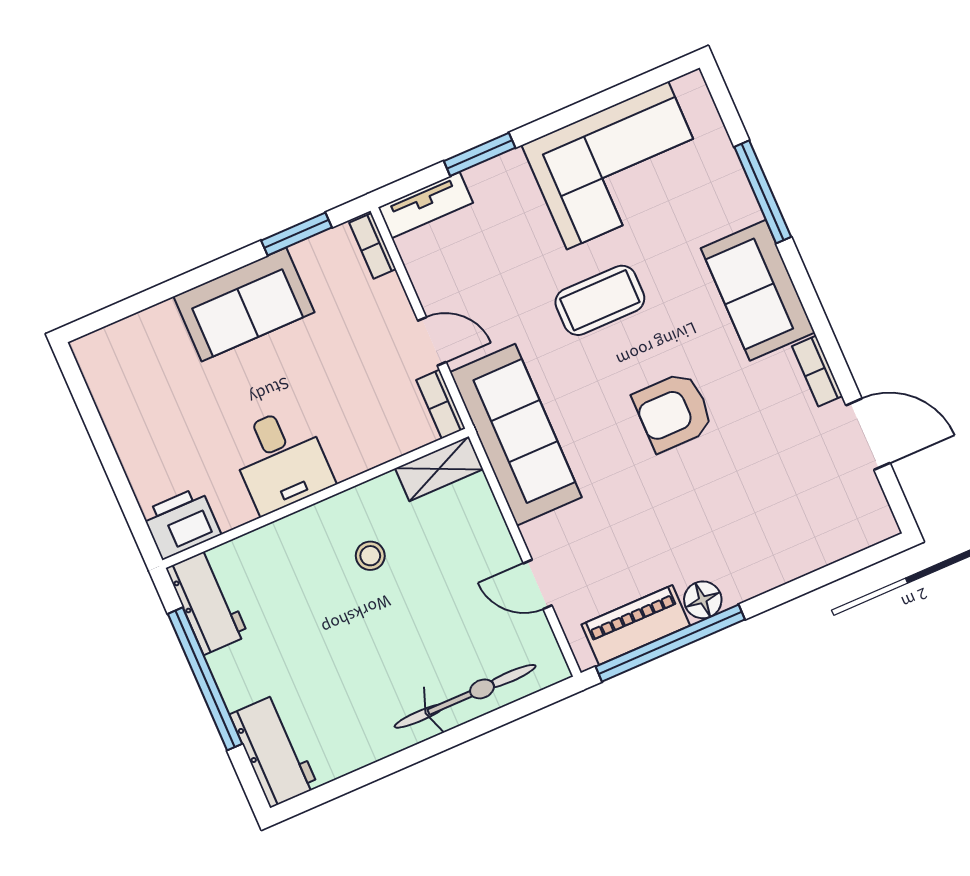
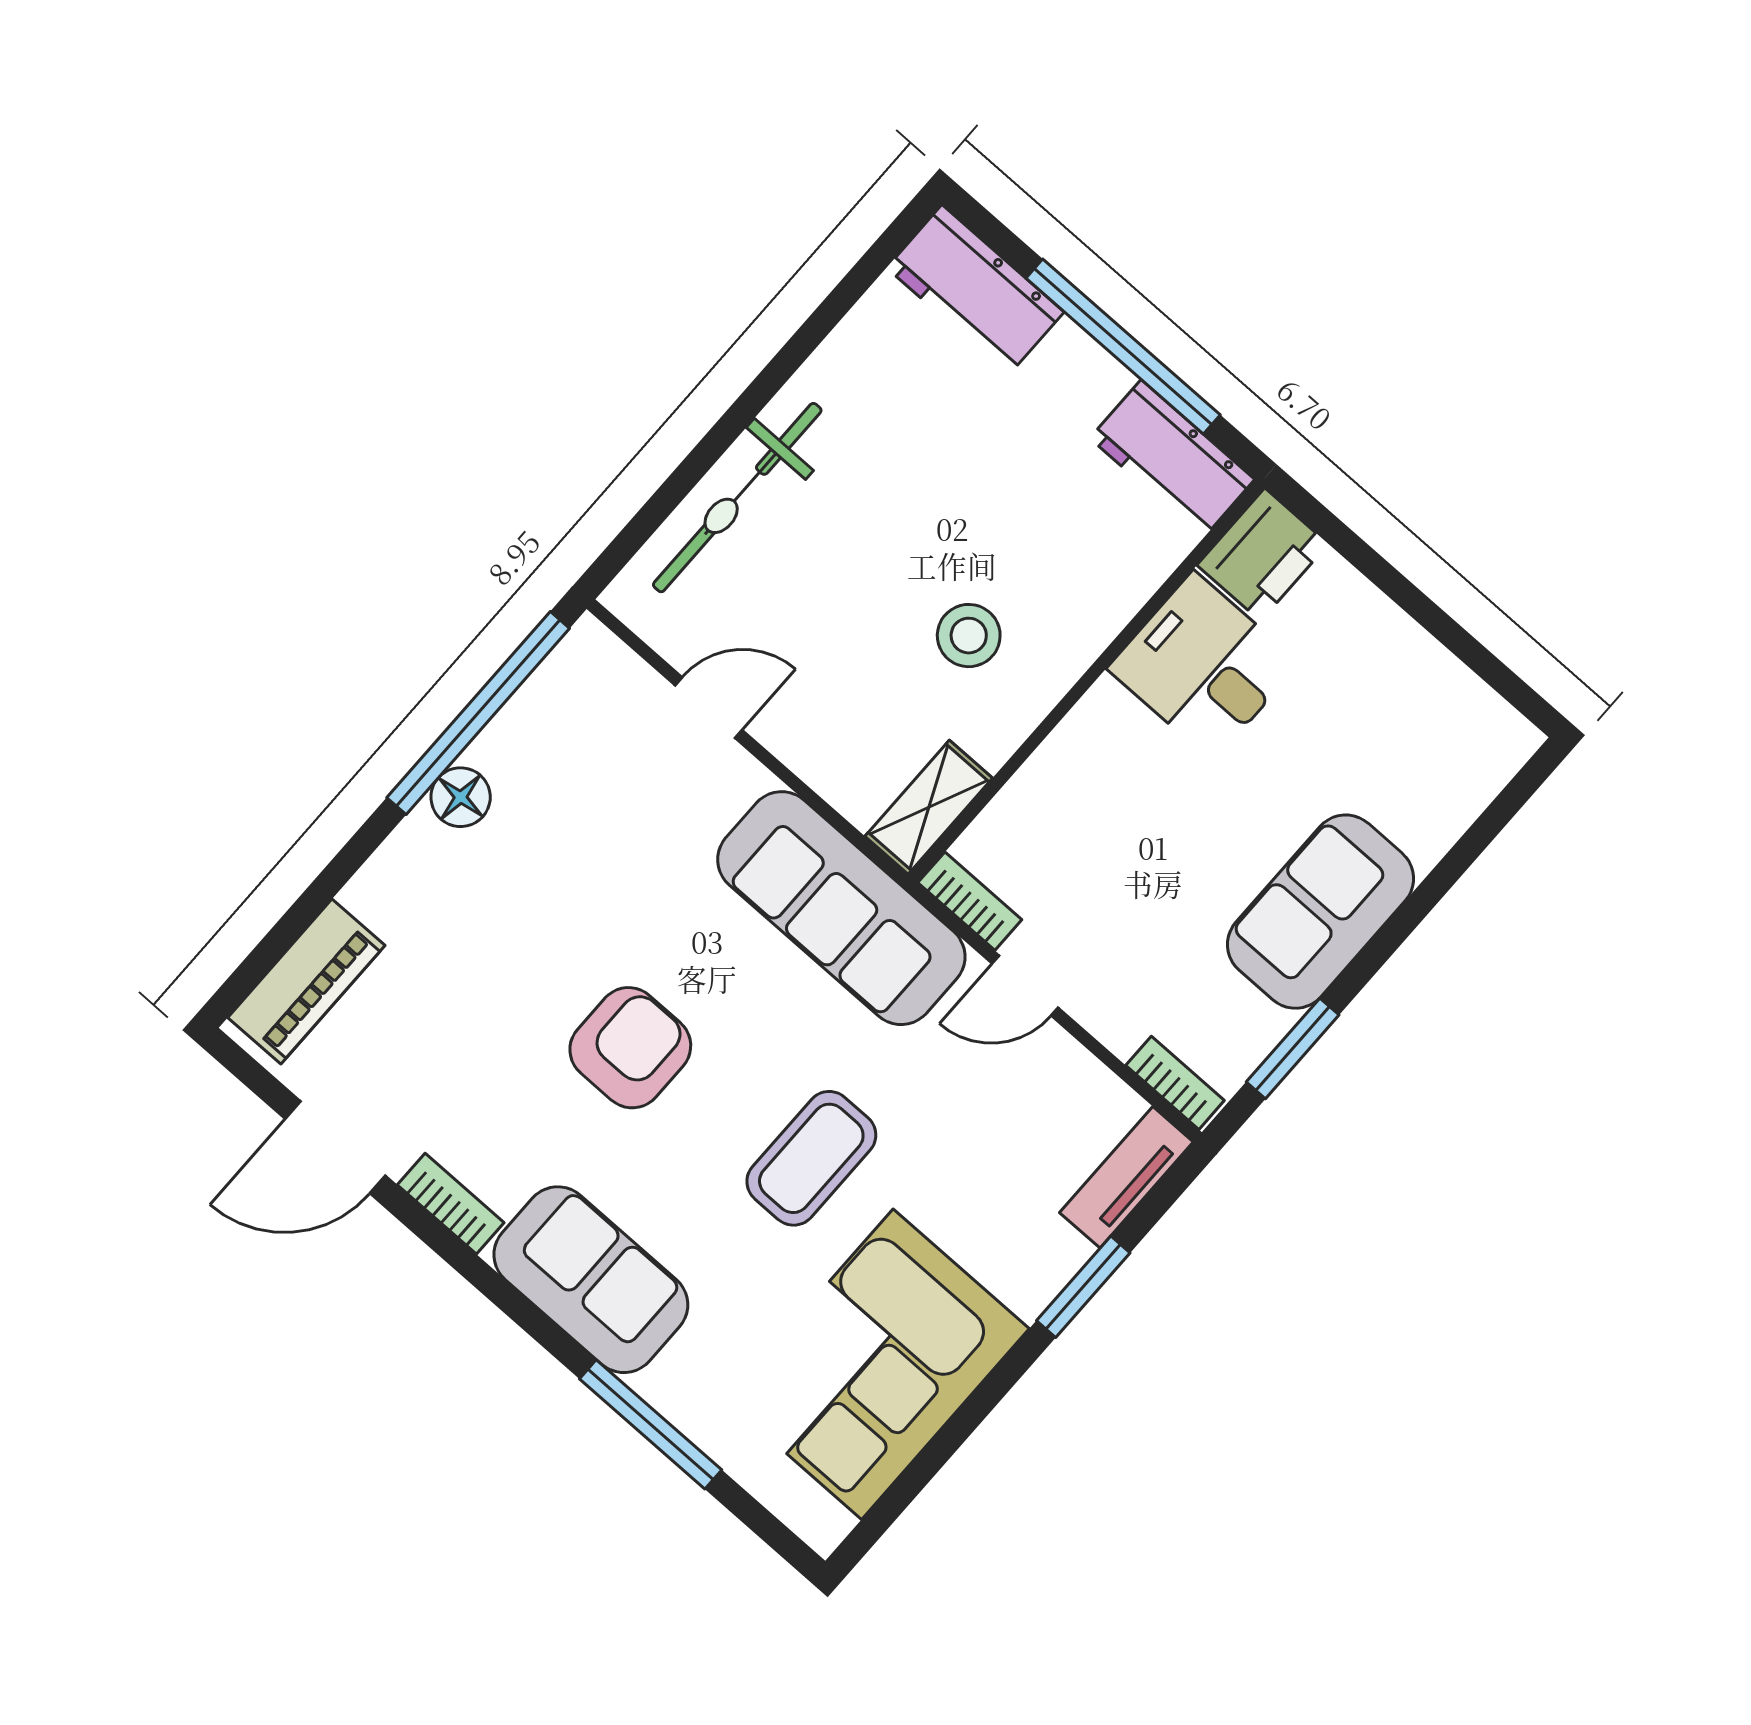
desk: (281, 460) -> (1203, 666), moved
stool: (370, 556) -> (969, 636), width x1.37, depth x1.37
piano: (636, 625) -> (306, 981), moved

